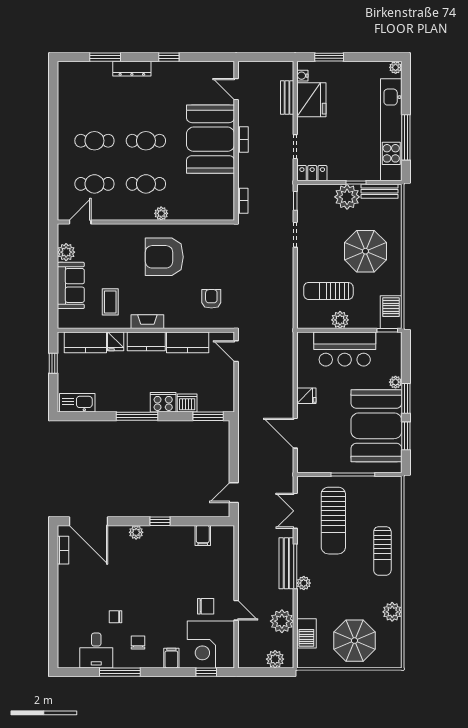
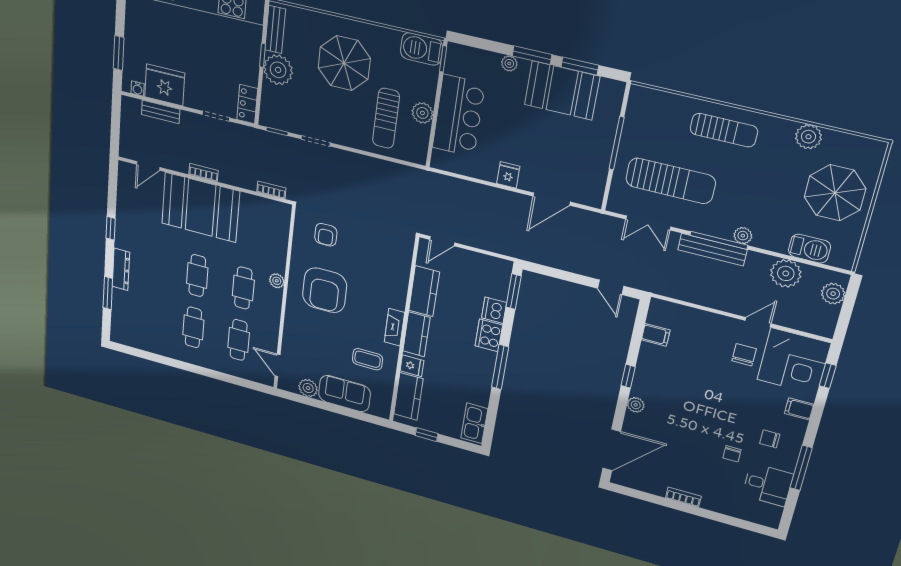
armchair: (211, 299) -> (326, 235), moved, turned -90
booth: (376, 426) -> (562, 91), width x0.73, depth x0.70
bookcase: (63, 550) -> (683, 497), moved

